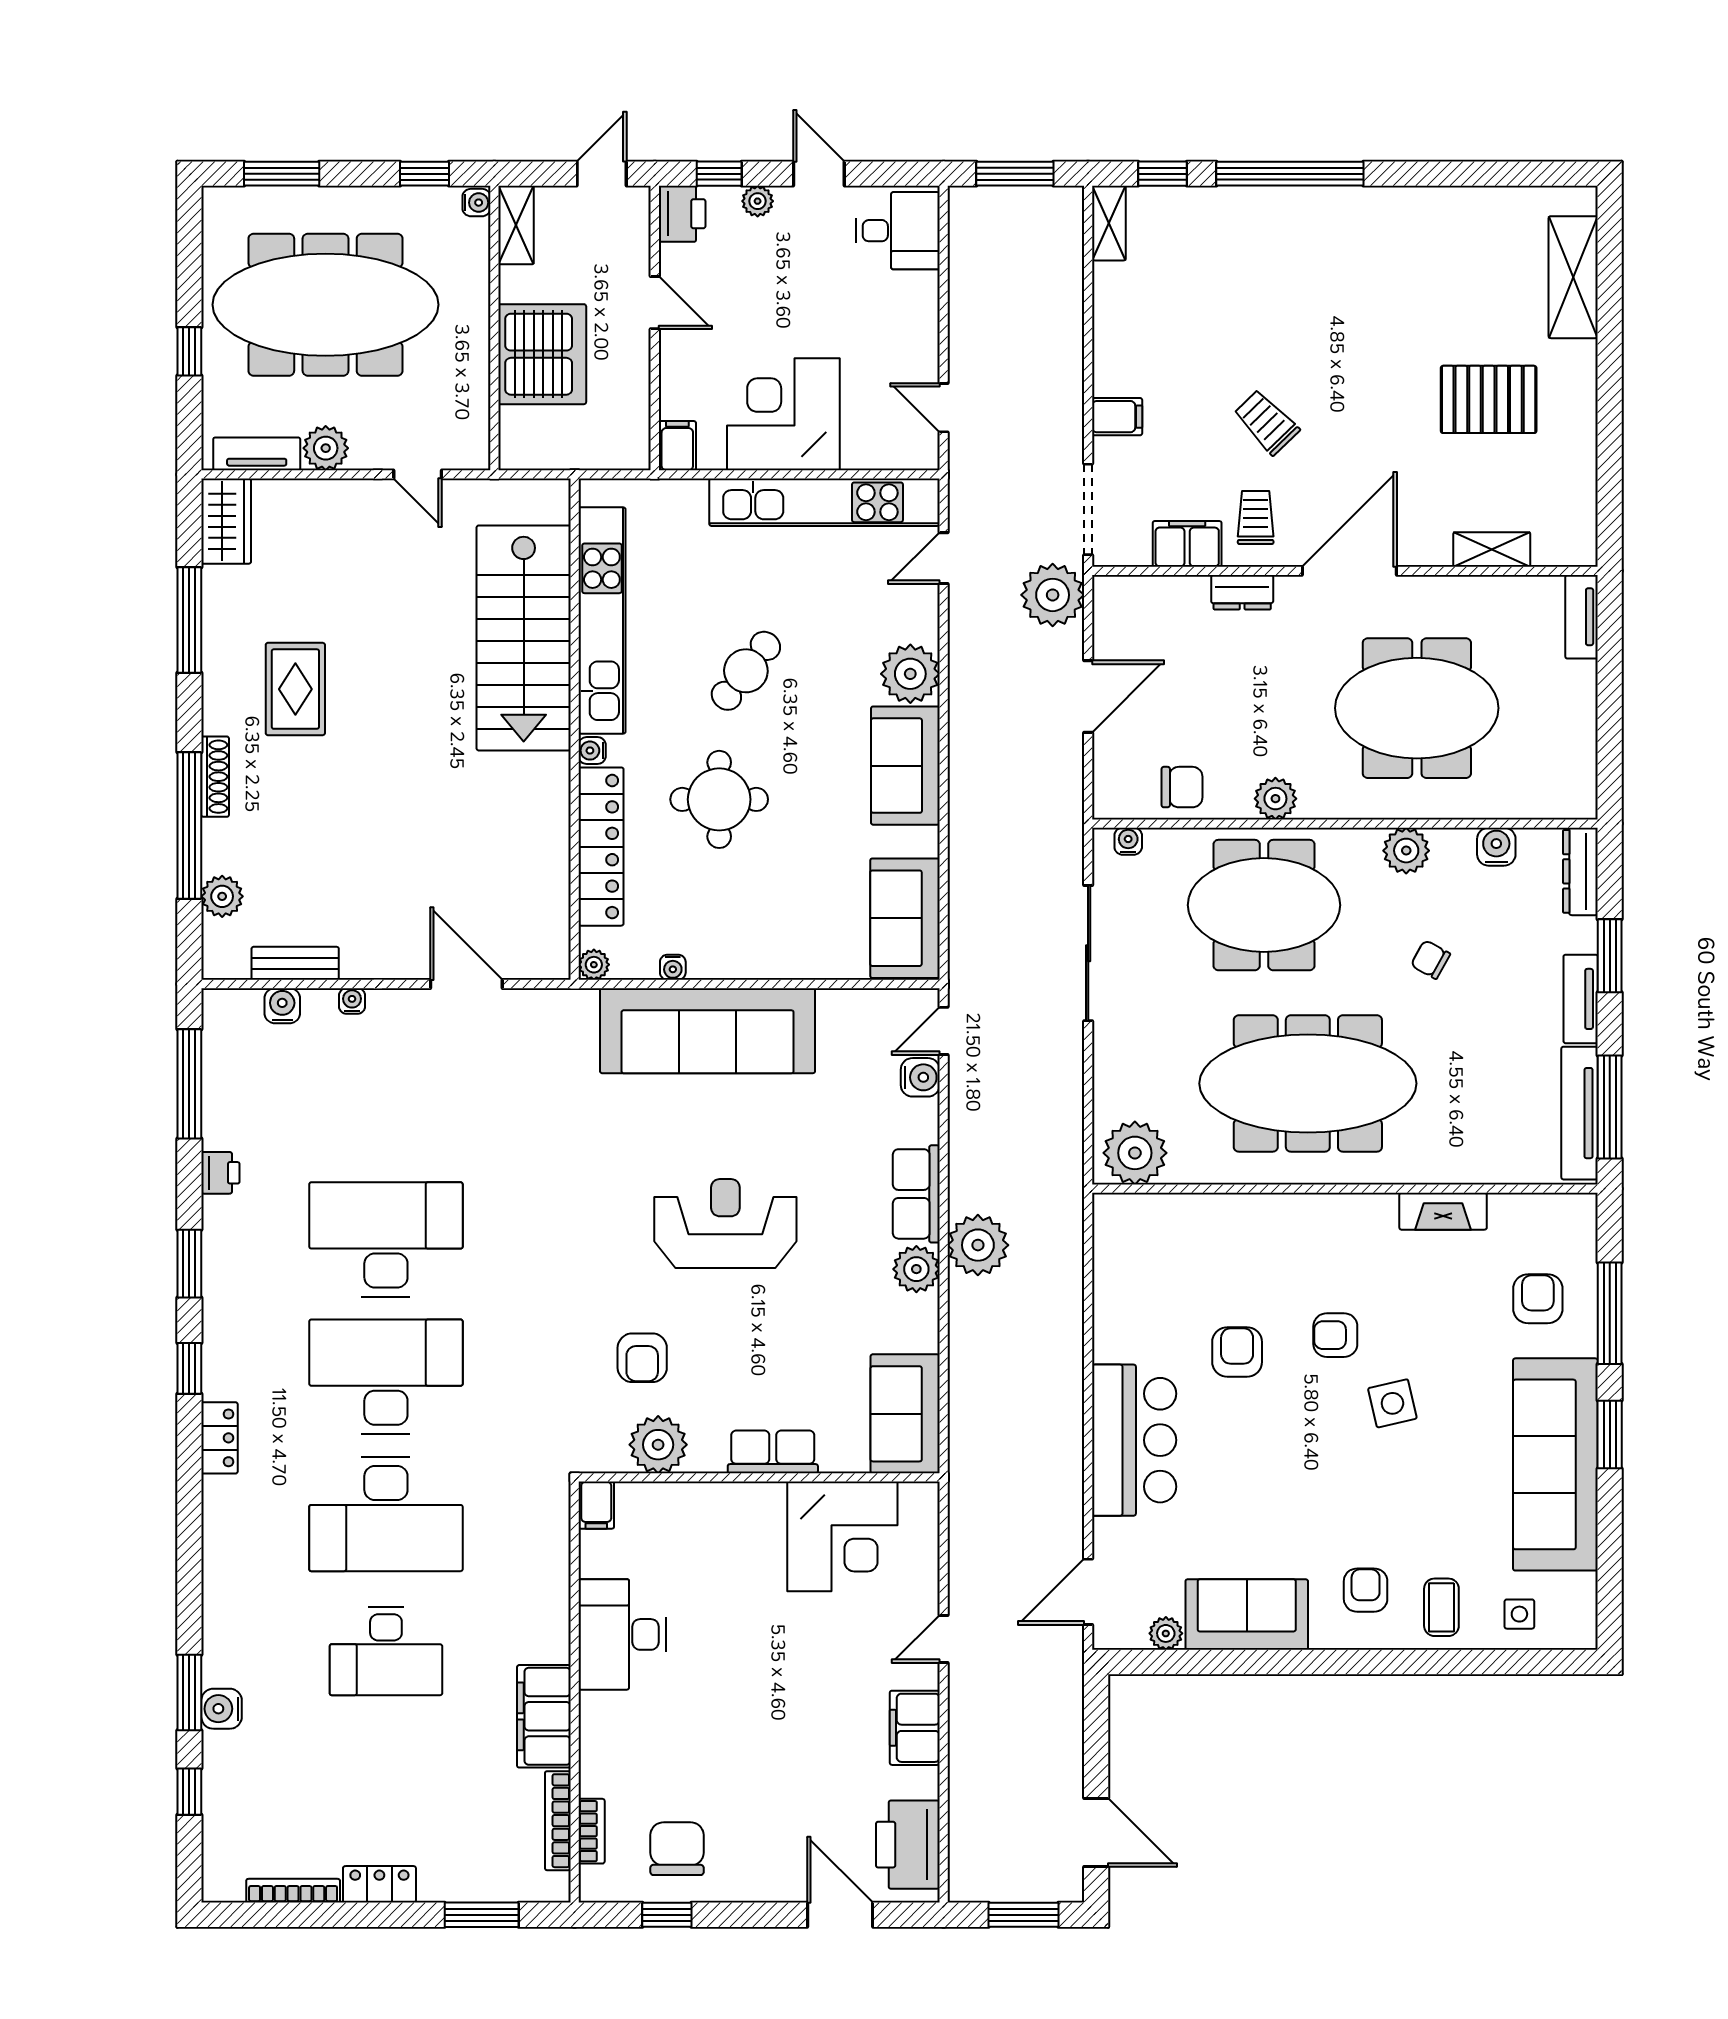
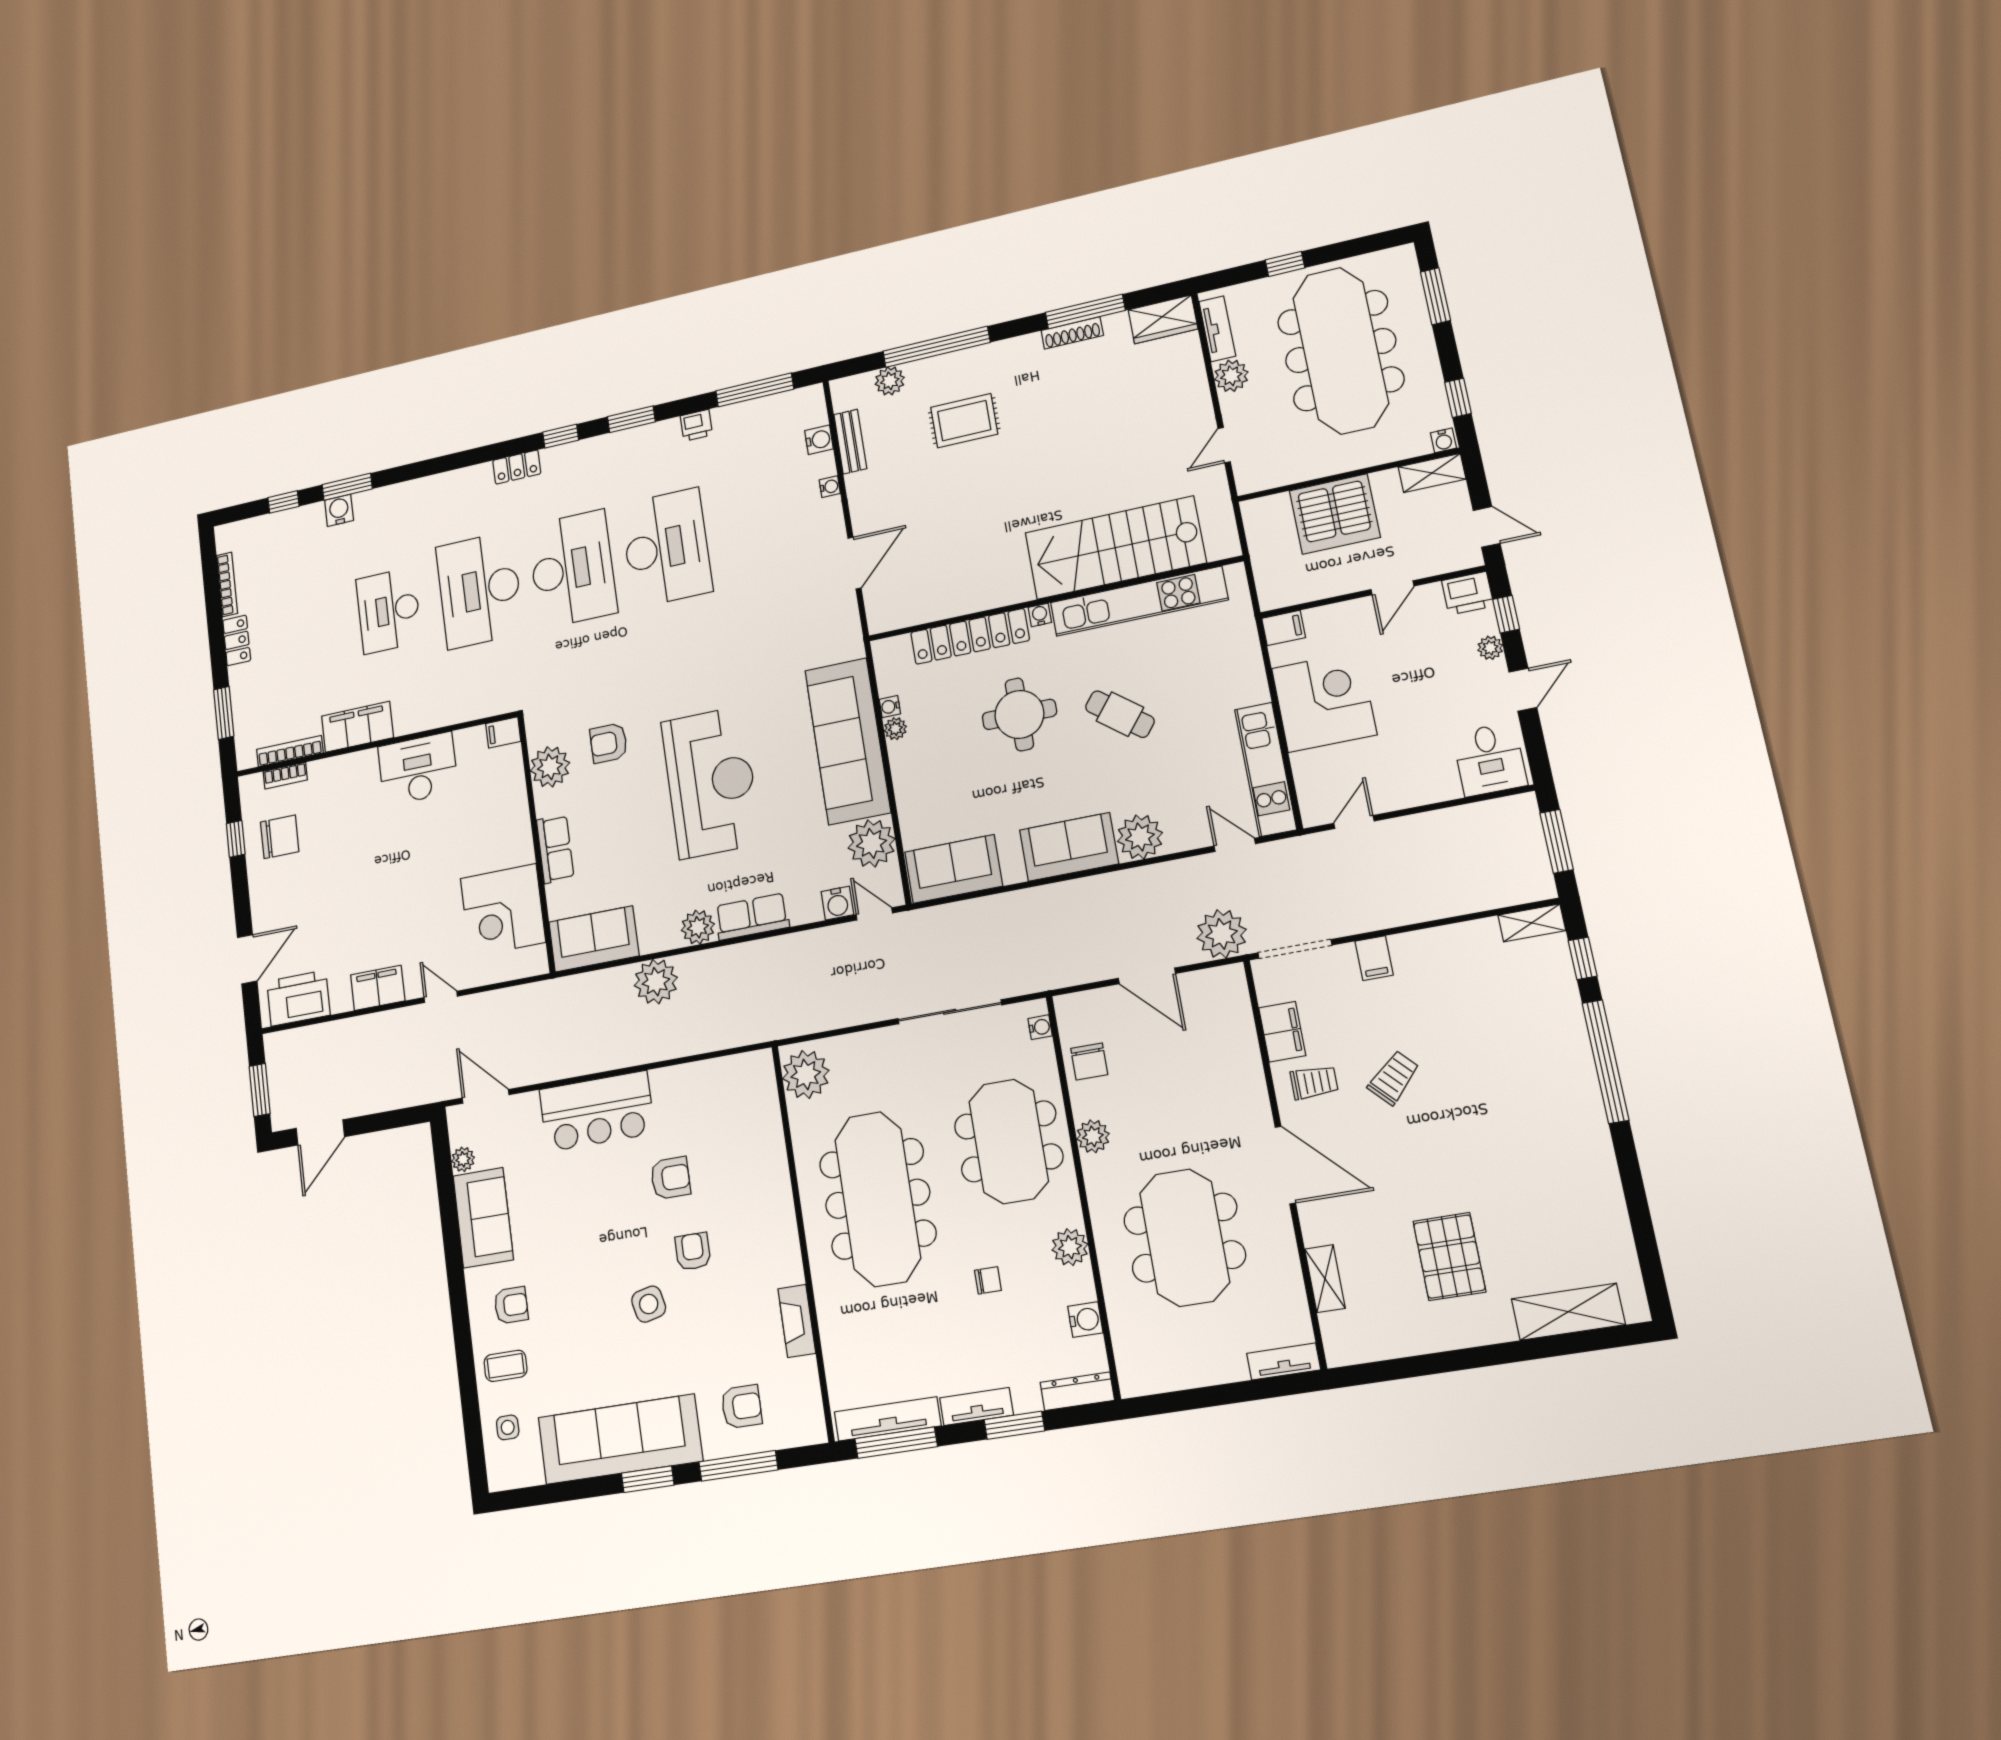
kitchen unit: (825, 502) -> (1266, 769), width x0.73
dresser: (1242, 592) -> (1252, 1082), removed
rug: (295, 689) -> (964, 421), moved
shoe rack: (215, 777) -> (1072, 333), moved
chair: (1431, 959) -> (988, 1280), turned 61
plant: (594, 965) -> (895, 729), moved
plant: (850, 1020) -> (872, 843), added
reception desk: (725, 1224) -> (711, 782), width x1.36, depth x1.30
plant: (978, 1245) -> (656, 982), moved

